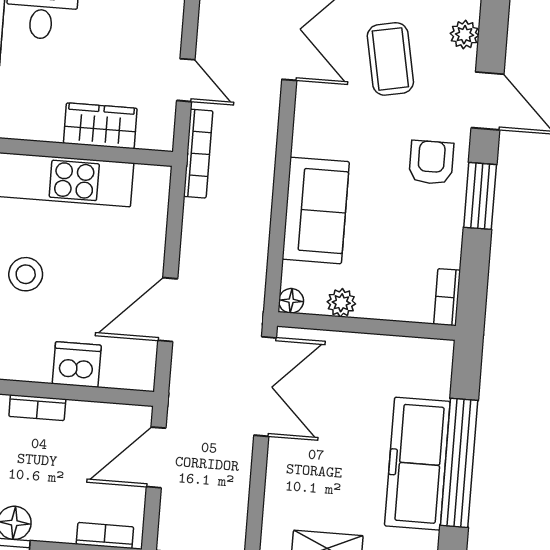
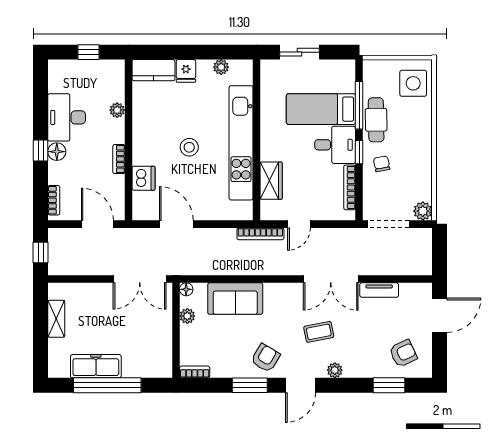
coffee table: (390, 59) -> (319, 332), width x0.73, depth x0.77
armchair: (431, 162) -> (265, 358), turned -59
freezer: (417, 464) -> (96, 366), width x0.73, depth x0.79

